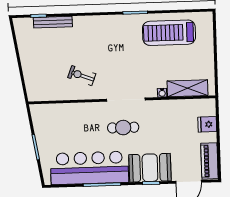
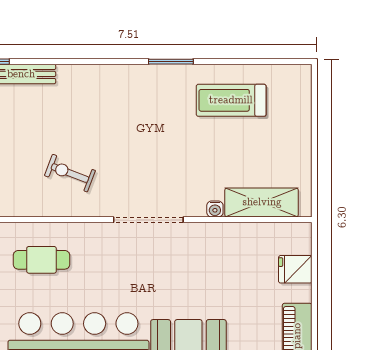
treadmill: (169, 33) -> (231, 100), width x0.73, depth x0.73
cafe table: (123, 128) -> (41, 260), moved

